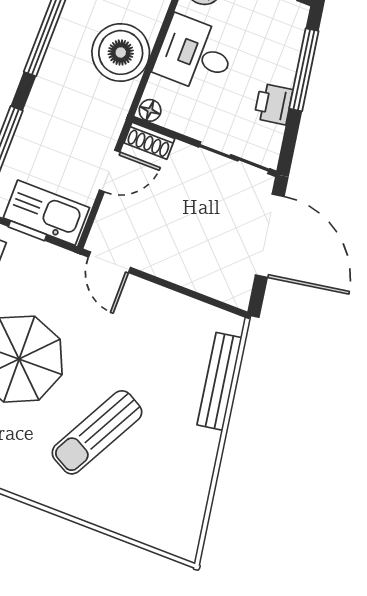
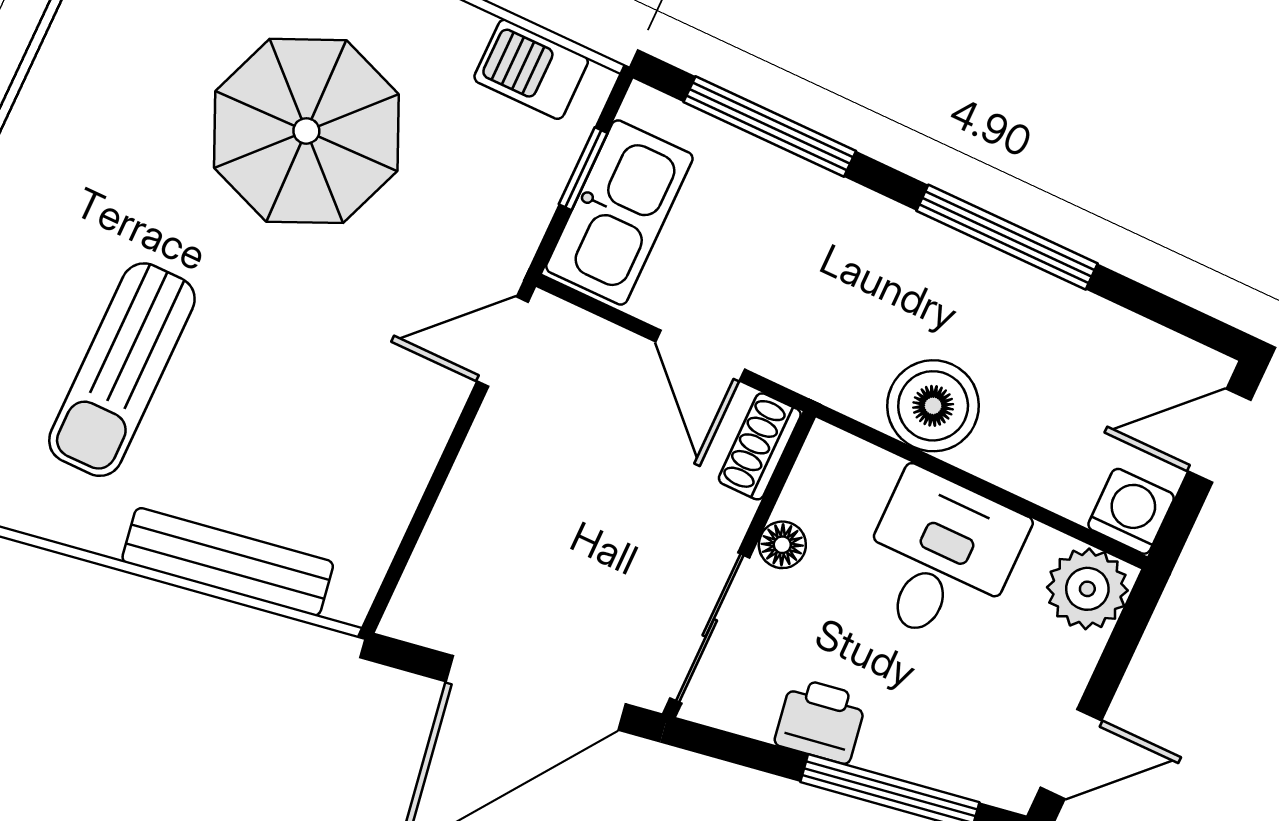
boiler: (121, 52) -> (933, 406), width x0.73, depth x0.73
floor lamp: (150, 110) -> (782, 545), moved
sun lounger: (97, 432) -> (122, 370), moved, turned -118

